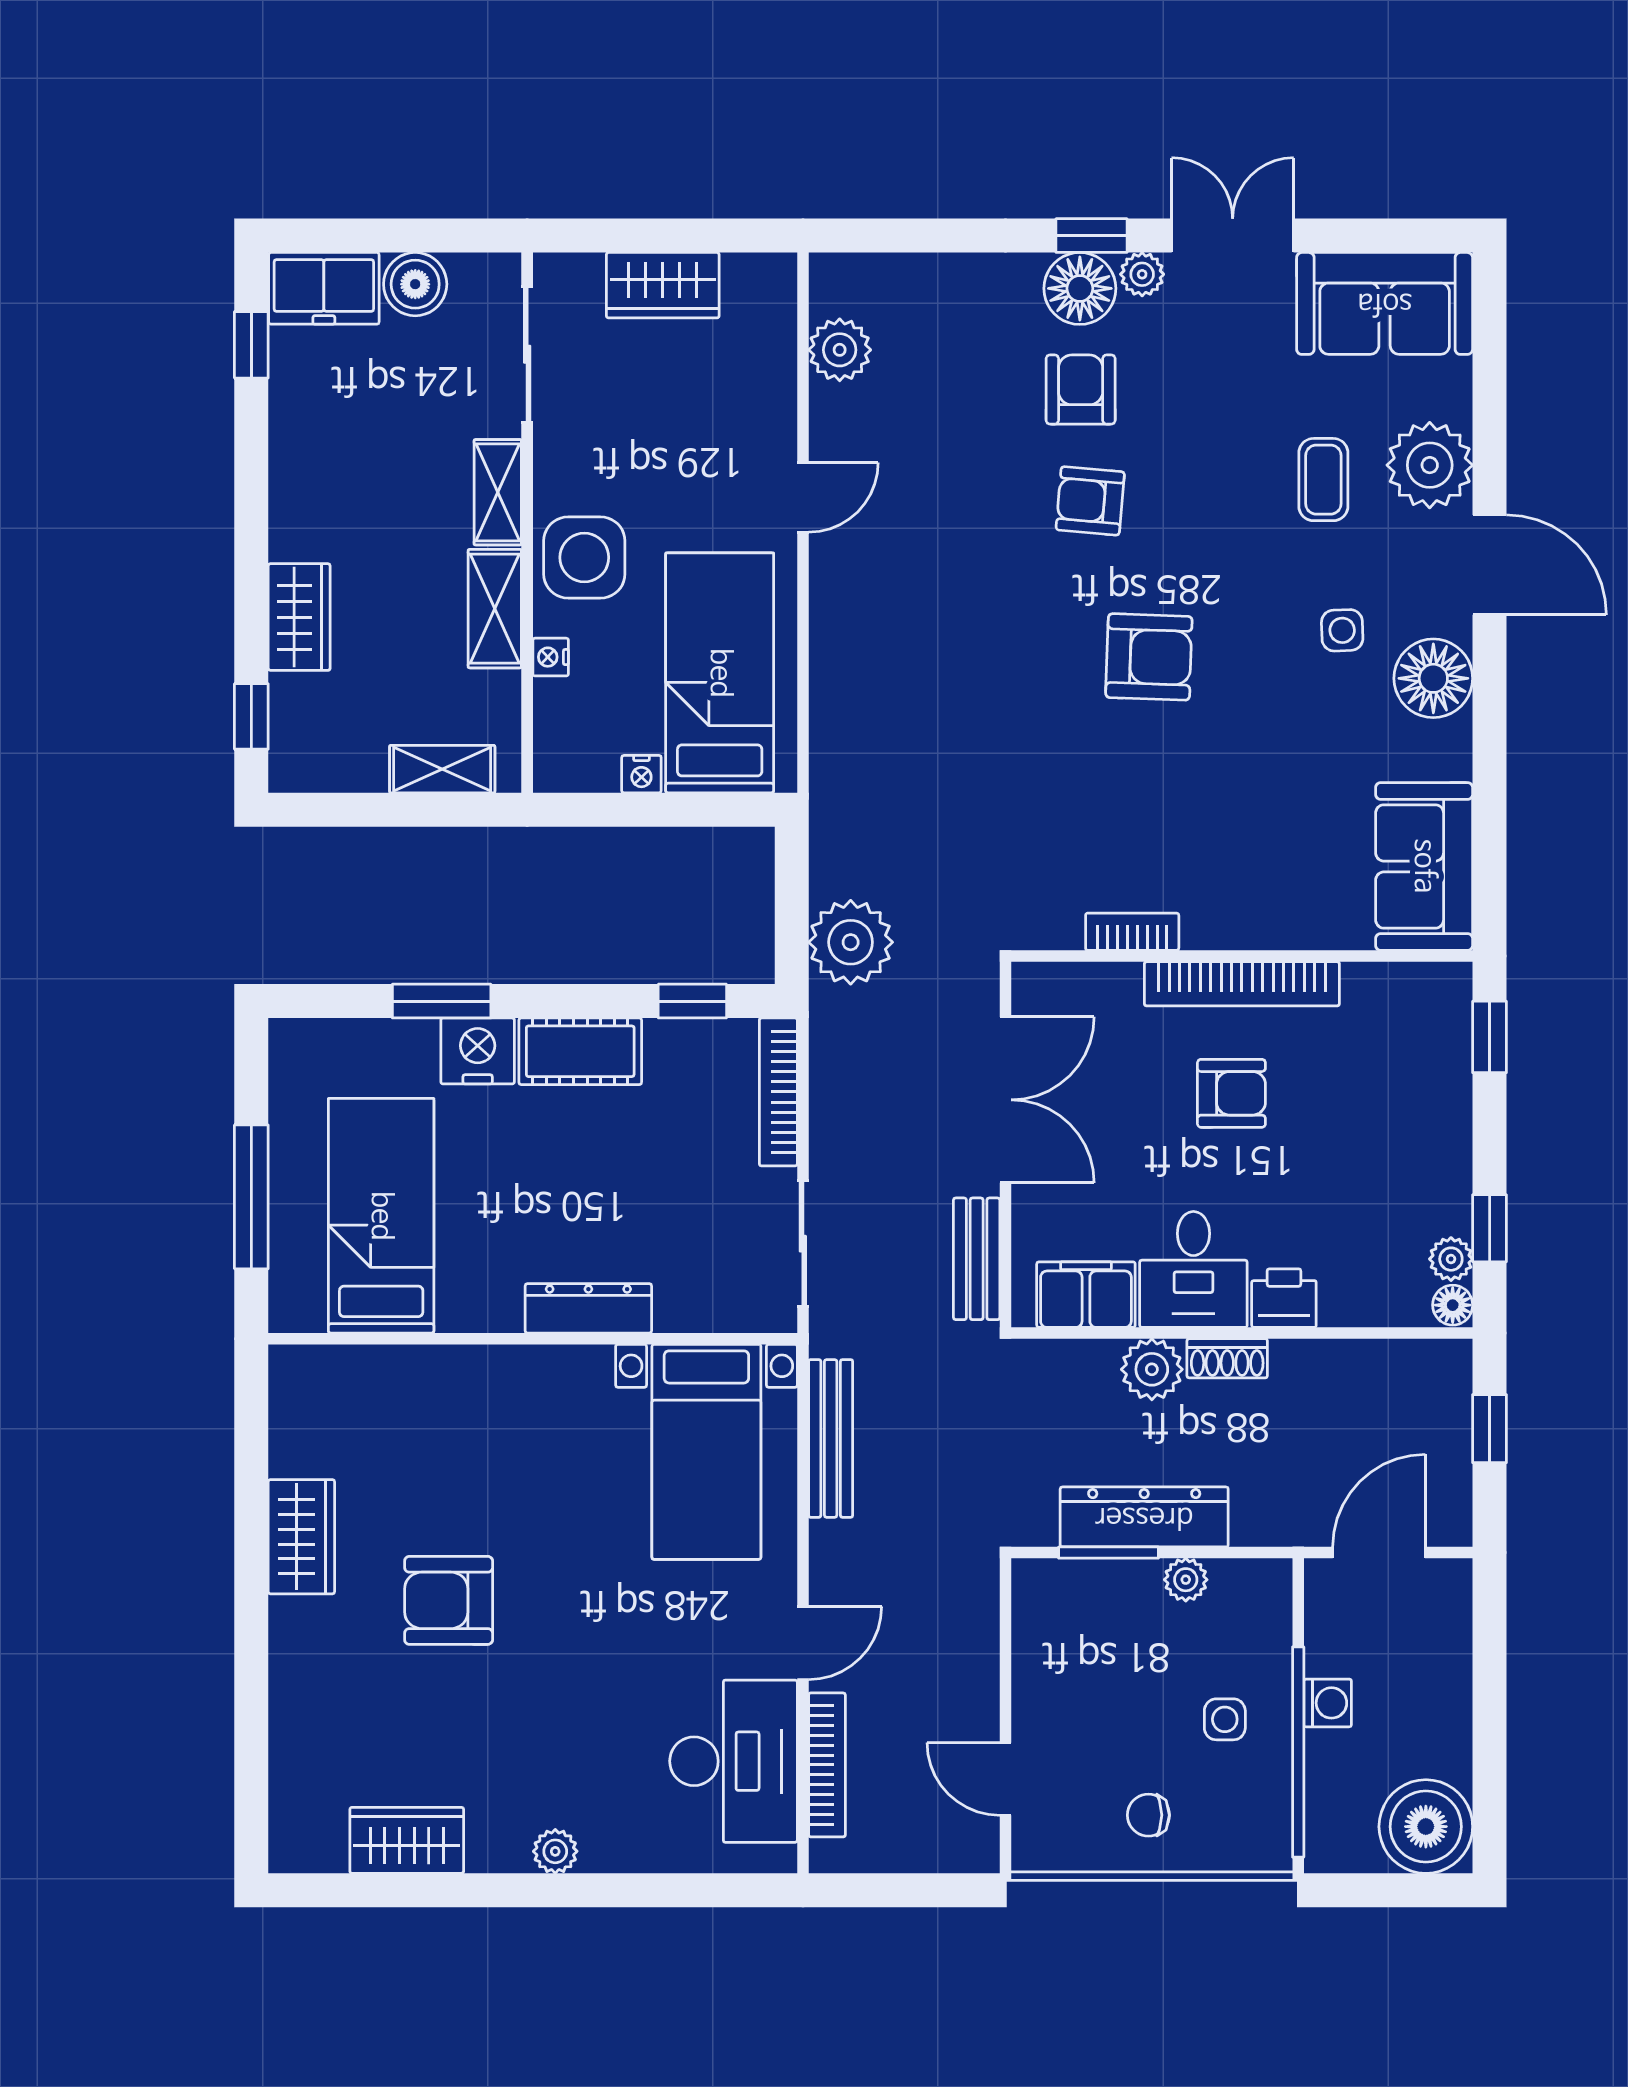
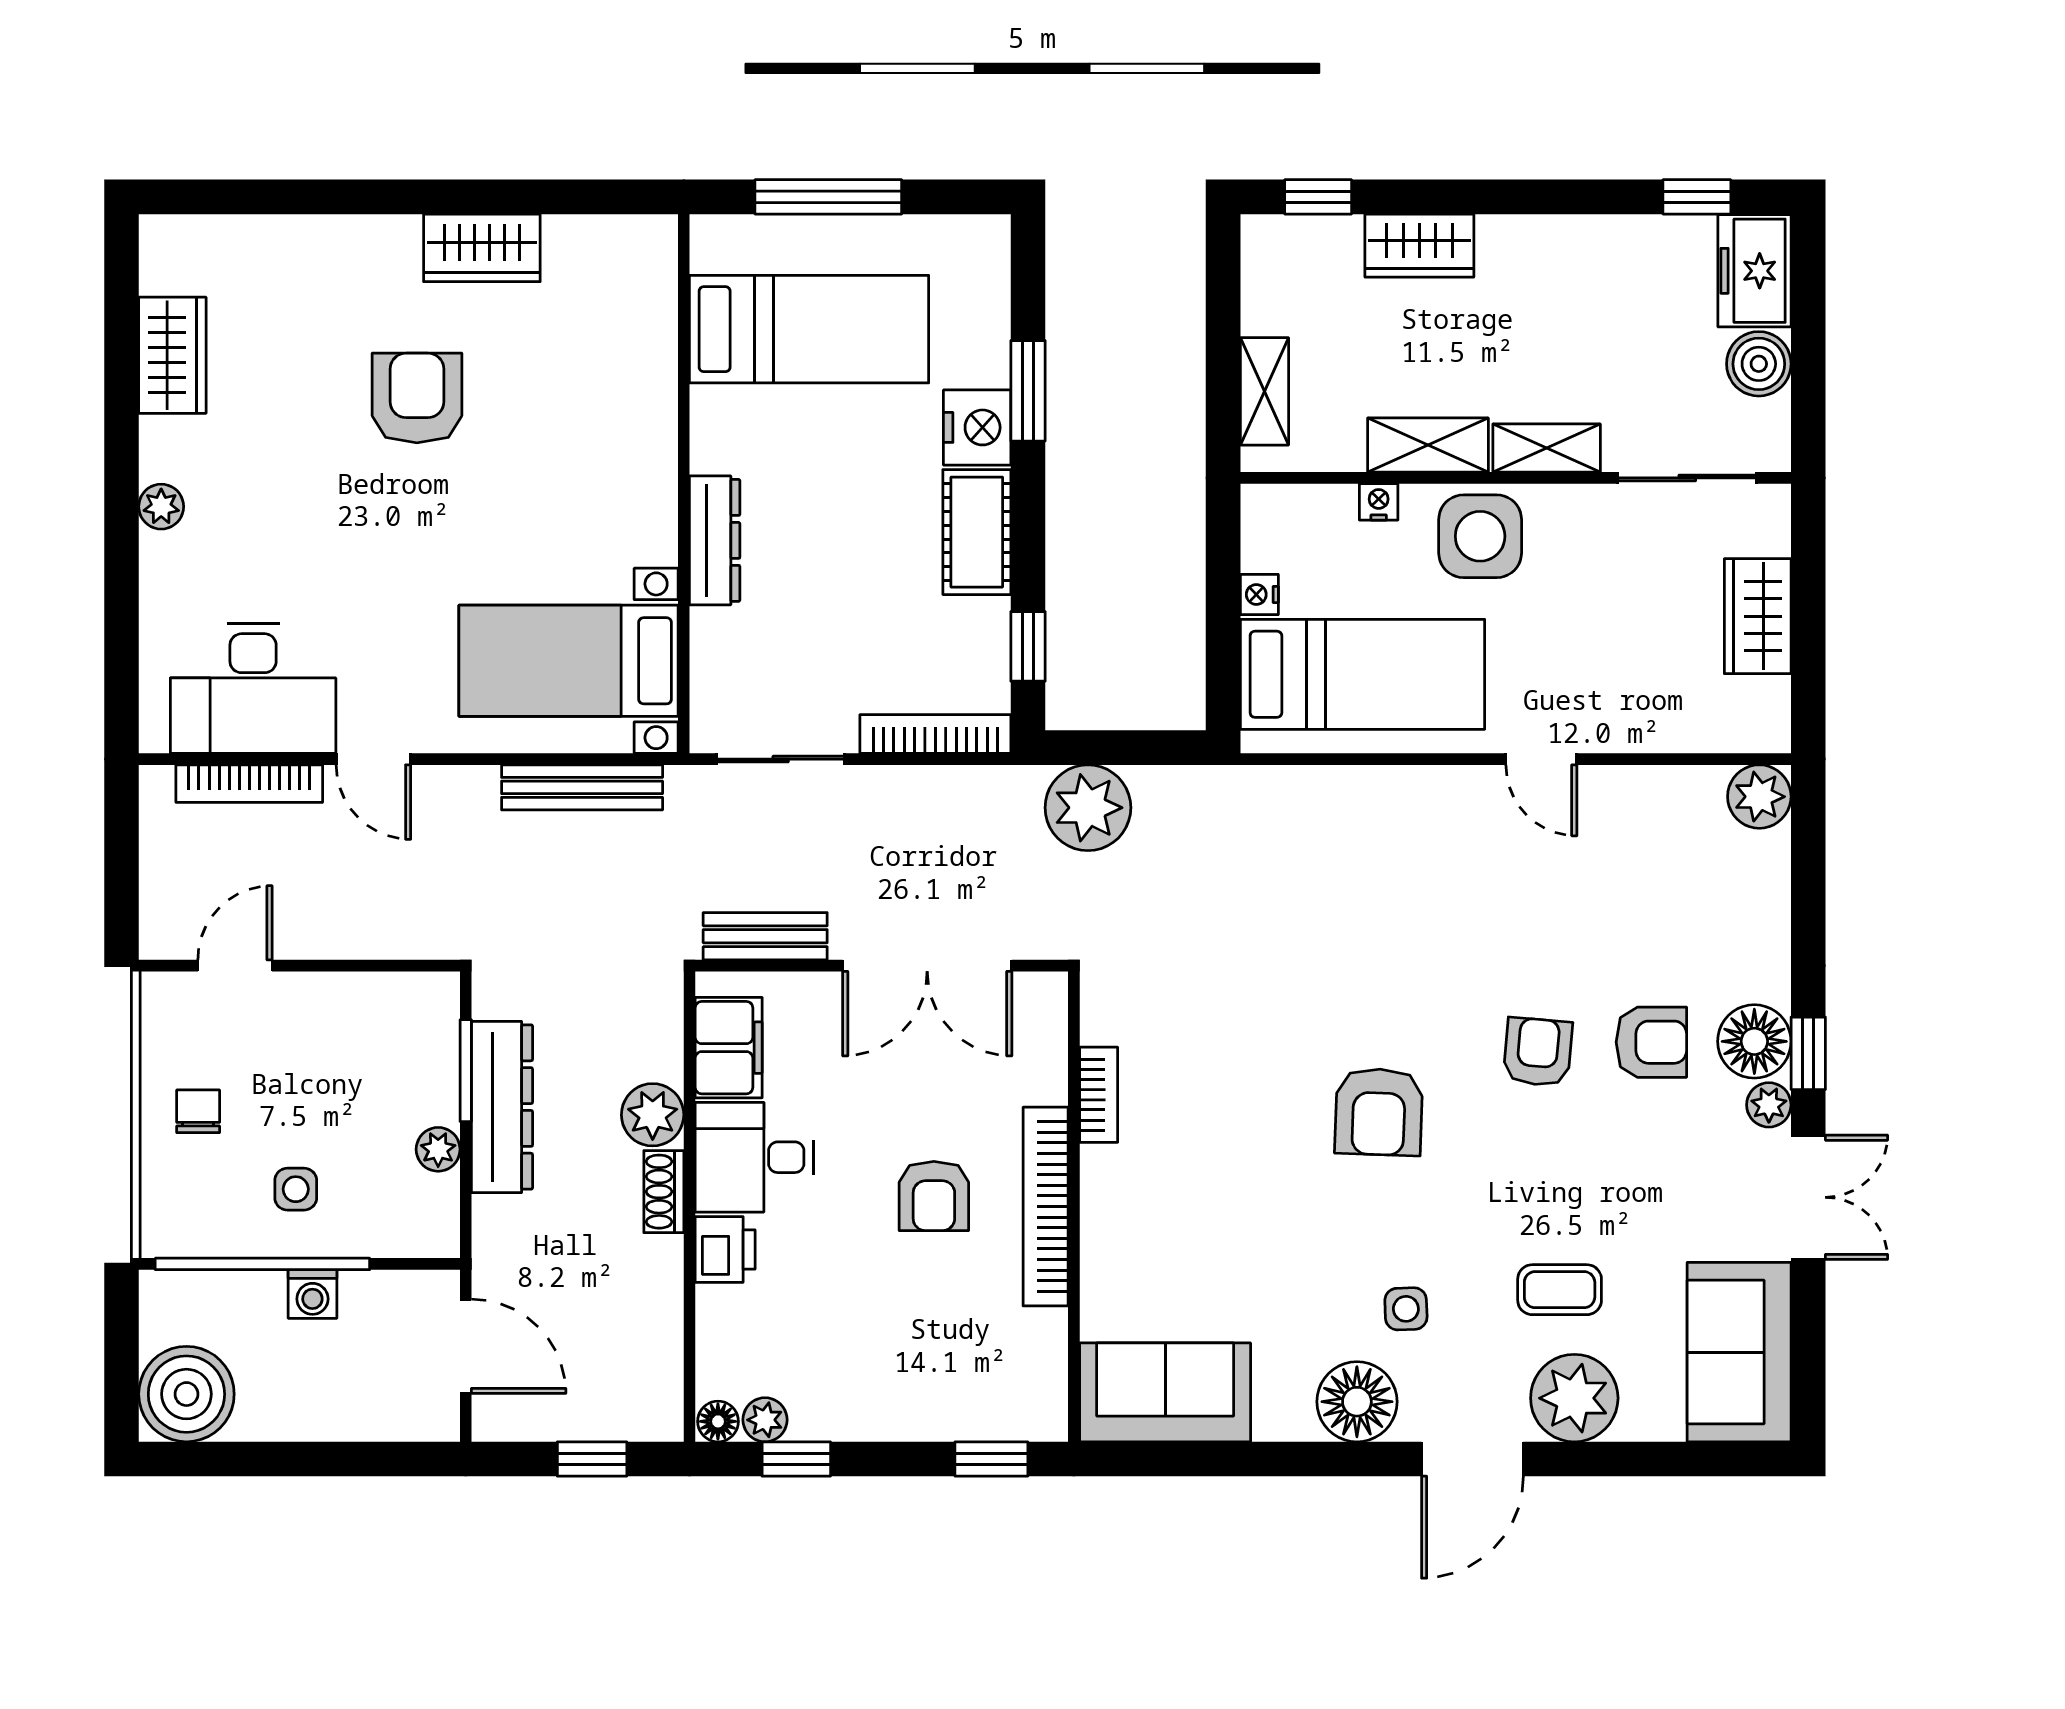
plant: (840, 350) -> (1759, 797), moved

